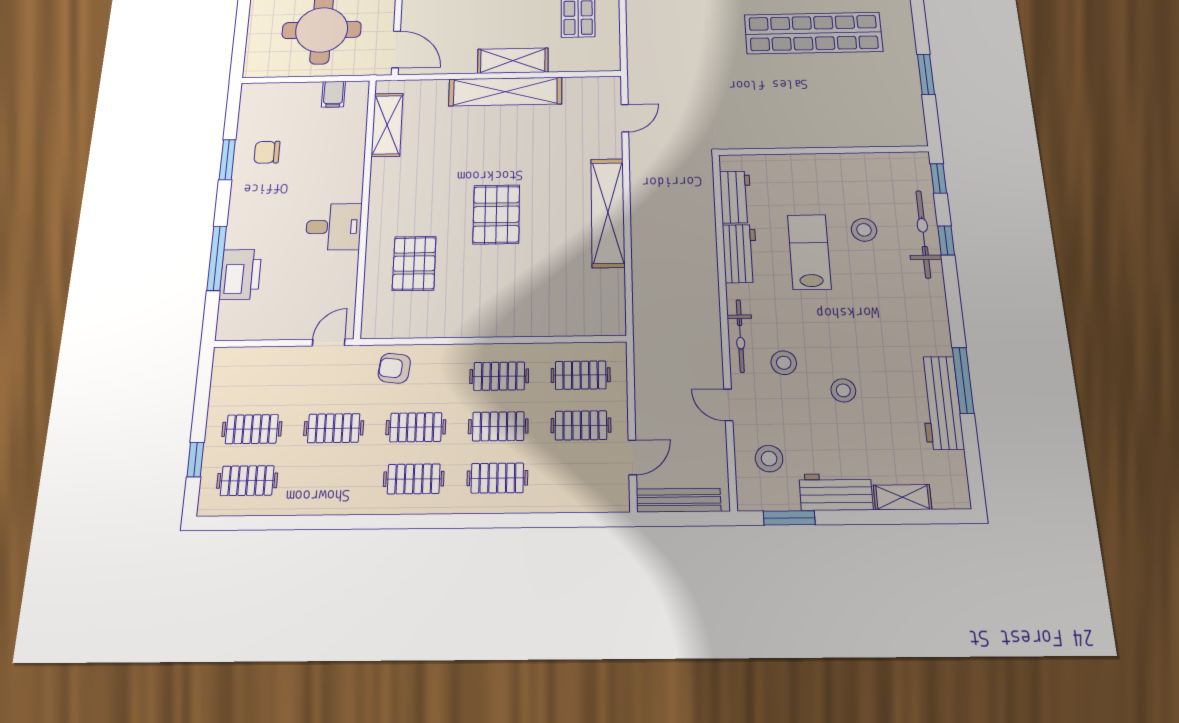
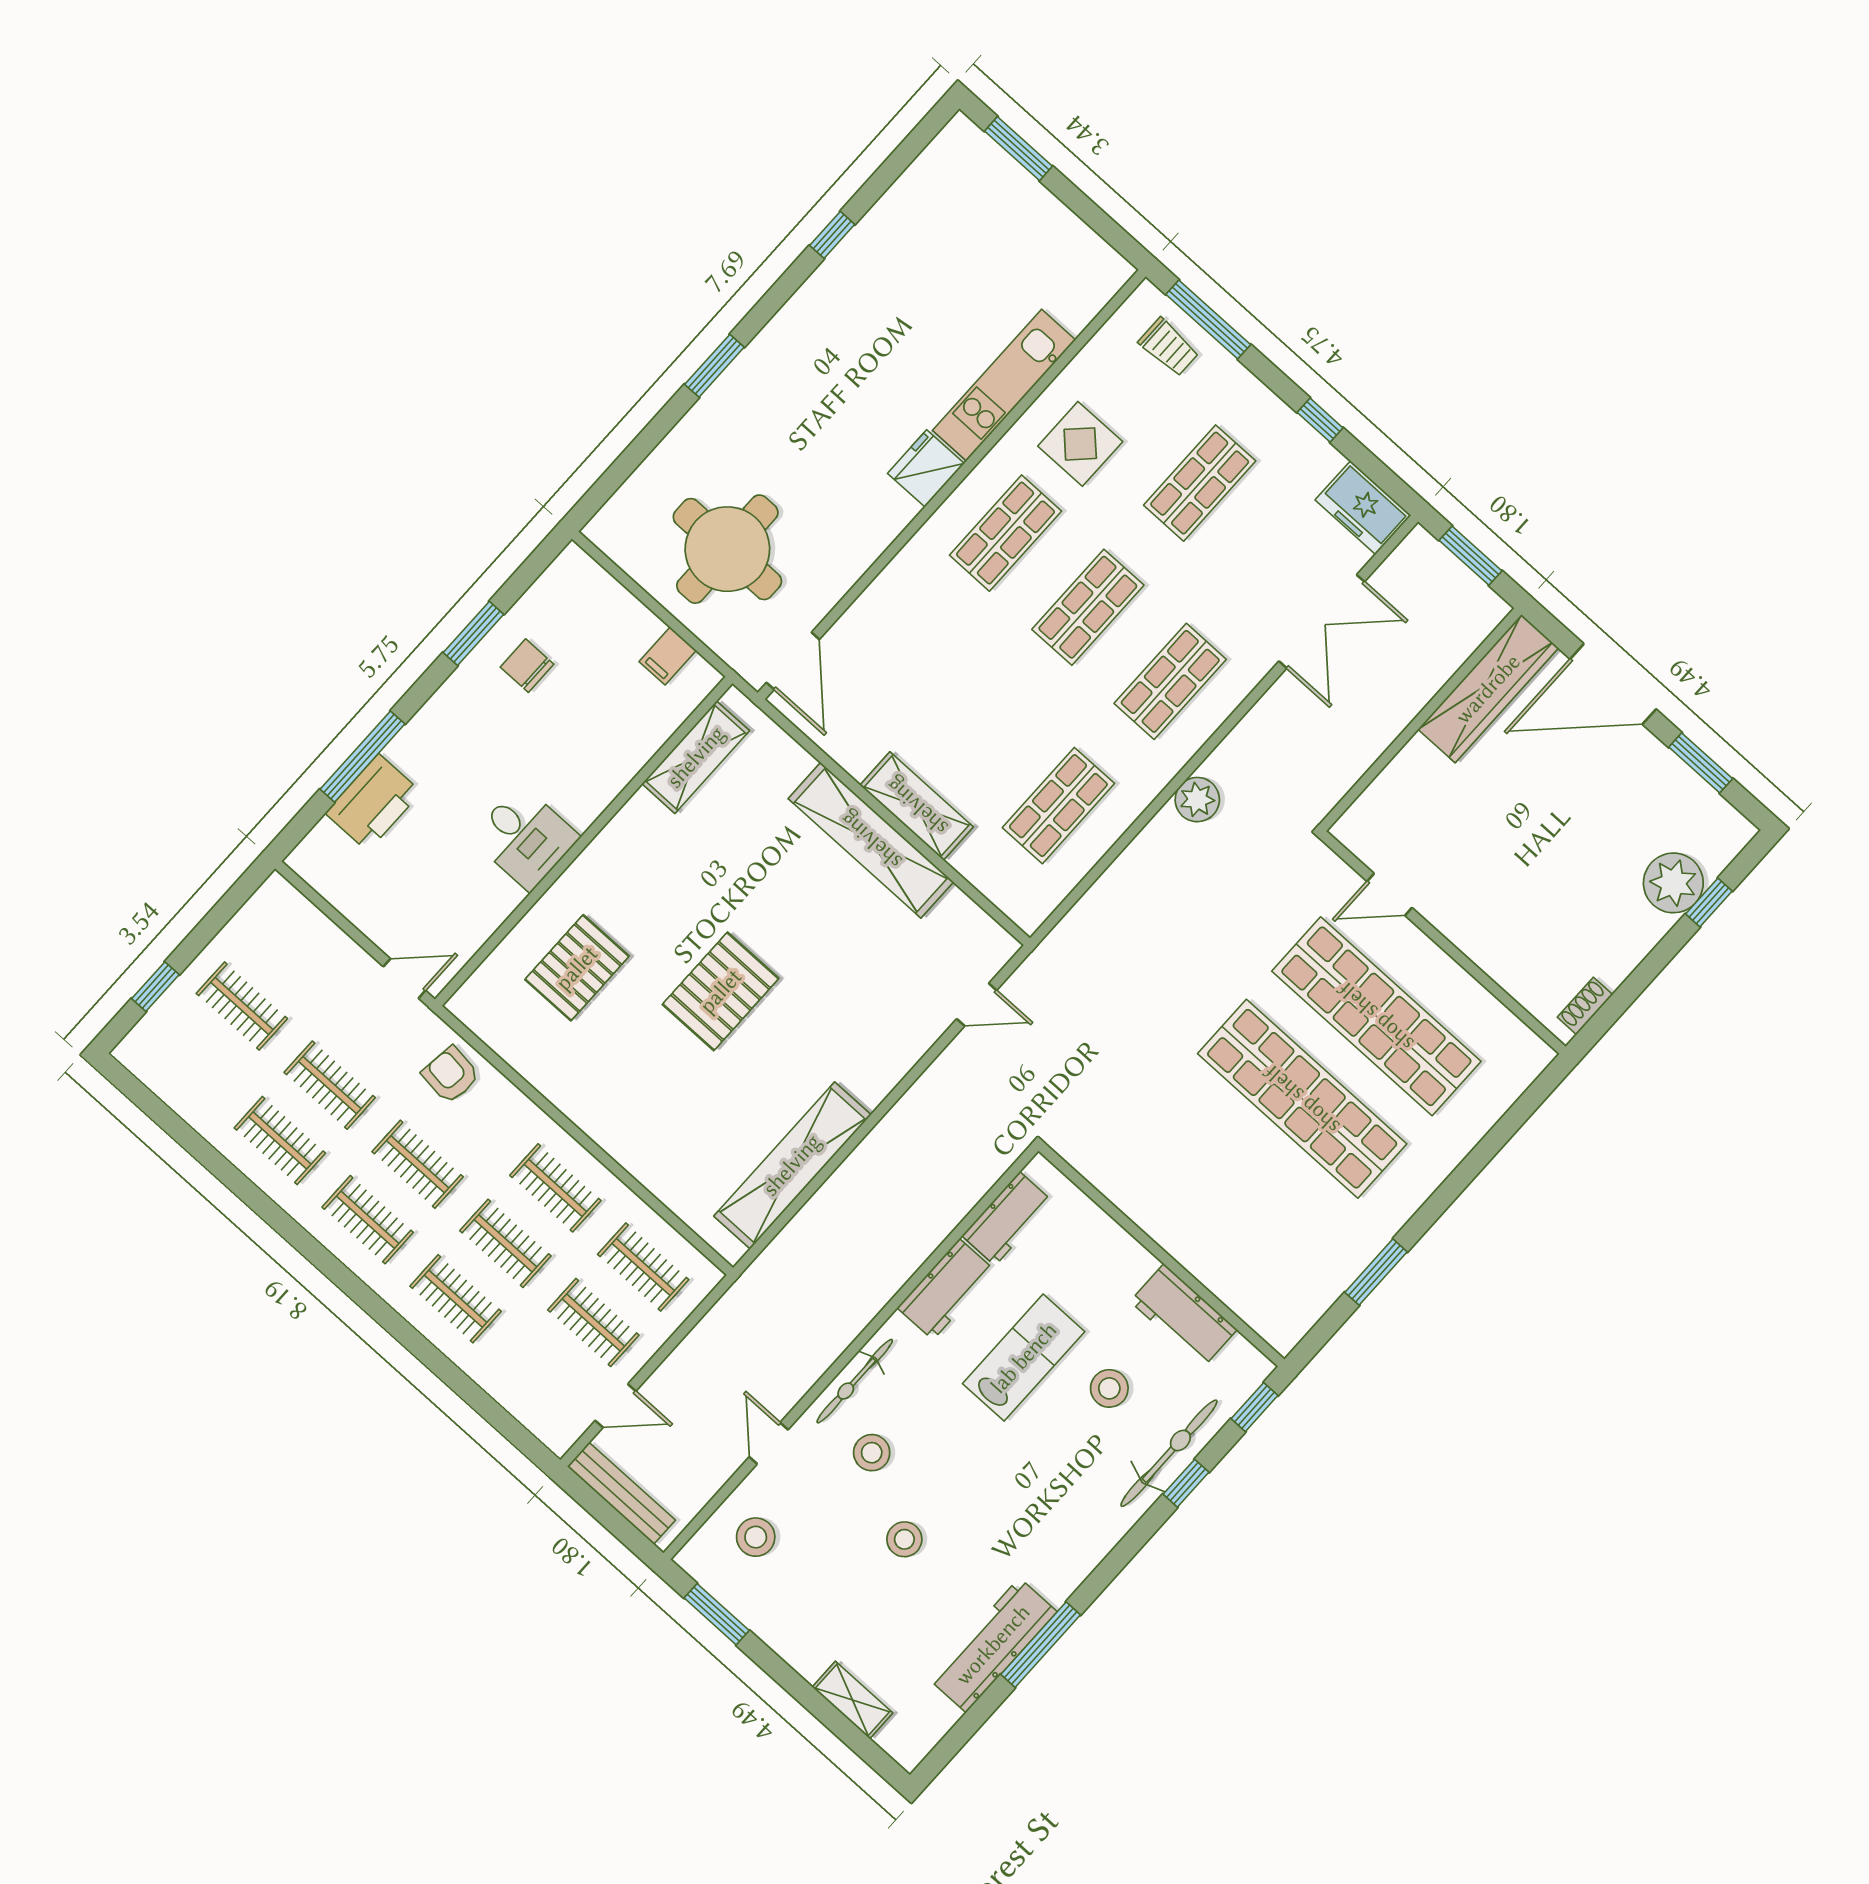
shelving: (608, 213) -> (792, 1165), moved
clothes rail: (247, 481) -> (280, 1141), moved
workbench: (836, 492) -> (1184, 1316), moved, turned 180

